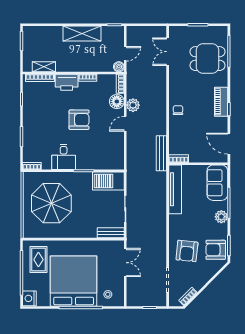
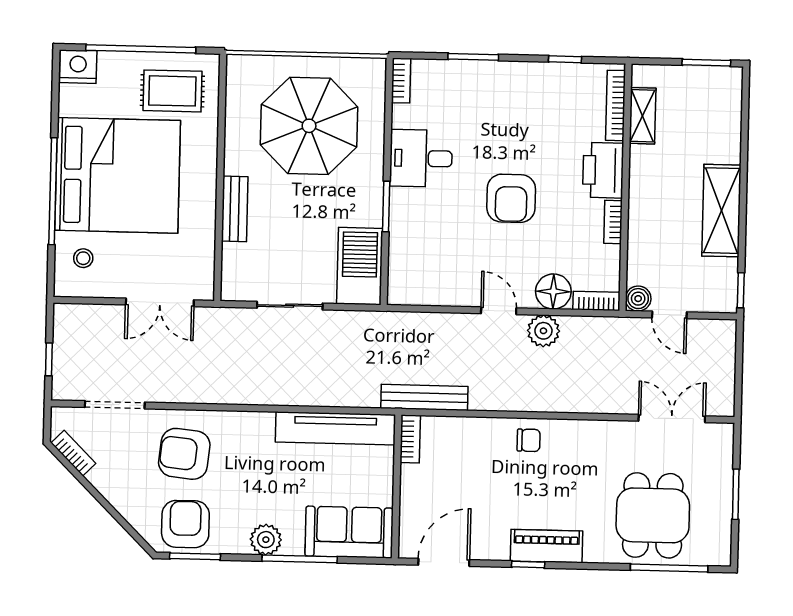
bench: (111, 233) -> (235, 209), moved

